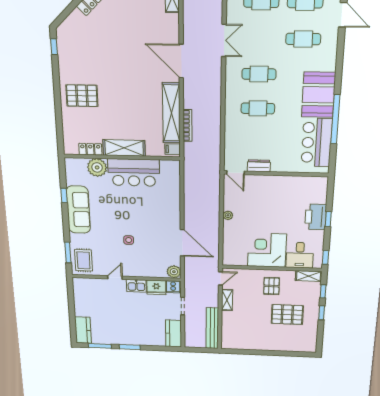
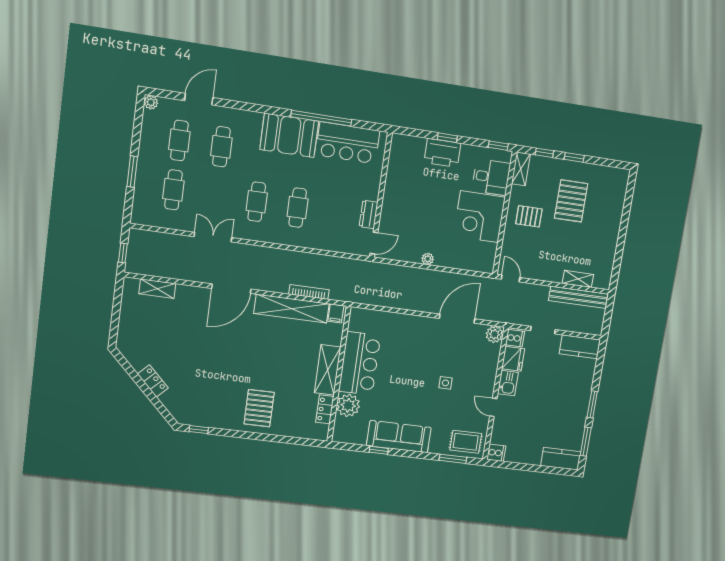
cooker: (79, 284) -> (496, 453), added
shelving: (227, 300) -> (578, 279), moved

